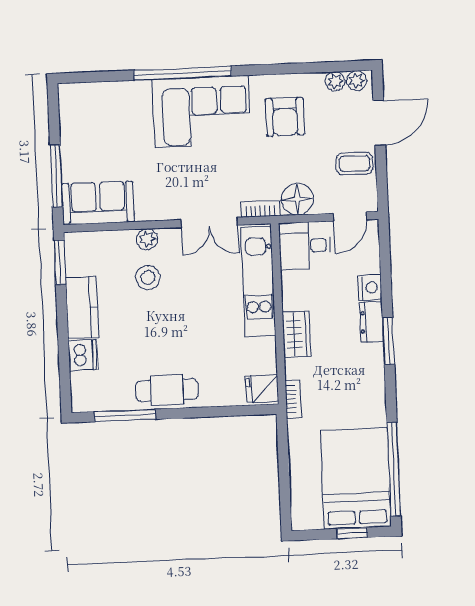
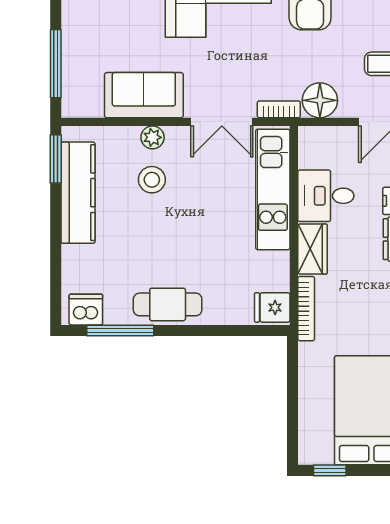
sofa: (98, 203) -> (144, 95), moved
desk: (305, 246) -> (326, 196), moved
kitchen counter: (82, 307) -> (78, 193), width x1.50
dishwasher: (83, 355) -> (86, 310), moved, turned -90
bookcase: (293, 399) -> (306, 309), width x1.56
window: (352, 533) -> (330, 470), moved

